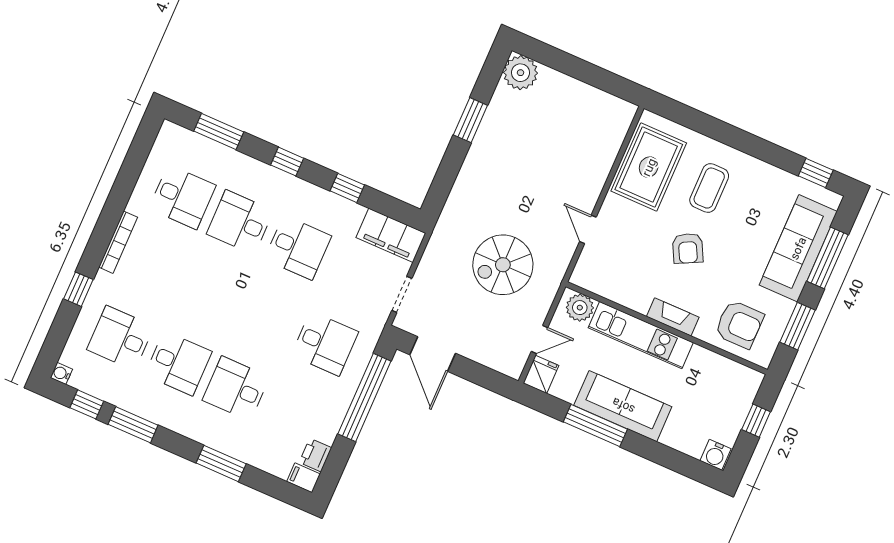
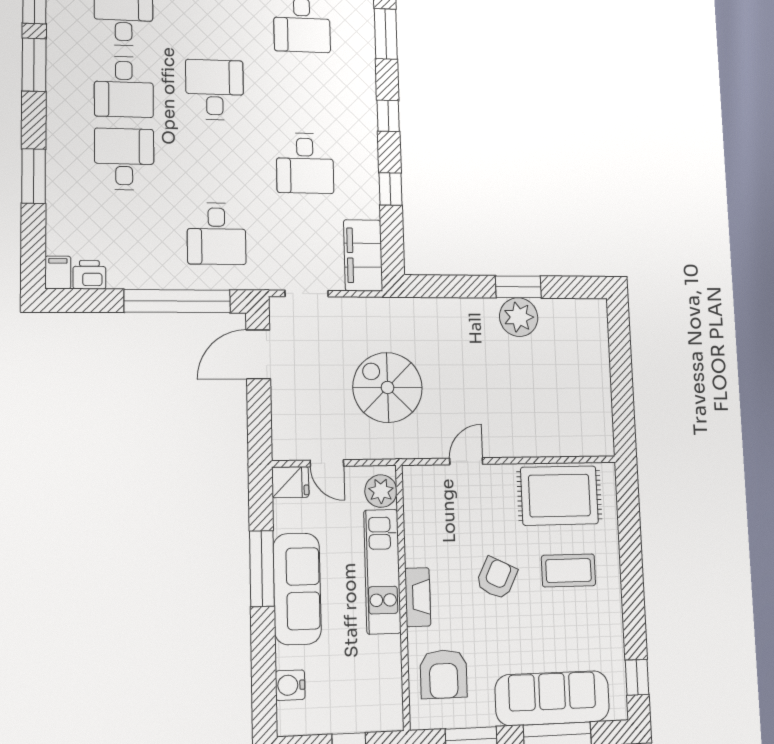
plant: (521, 73) -> (519, 317), moved
desk: (240, 222) -> (215, 90), moved
armchair: (688, 248) -> (497, 578), turned 143
water cooler: (715, 455) -> (290, 685), moved

